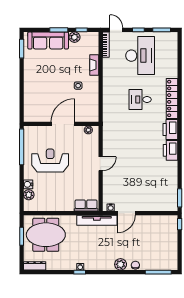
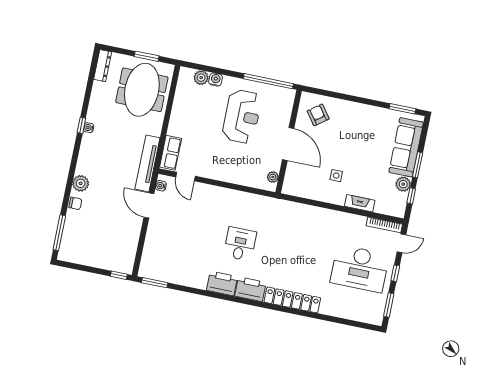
desk: (140, 100) -> (240, 244), moved
armchair: (38, 107) -> (318, 115), added
door: (101, 164) -> (185, 177), moved

